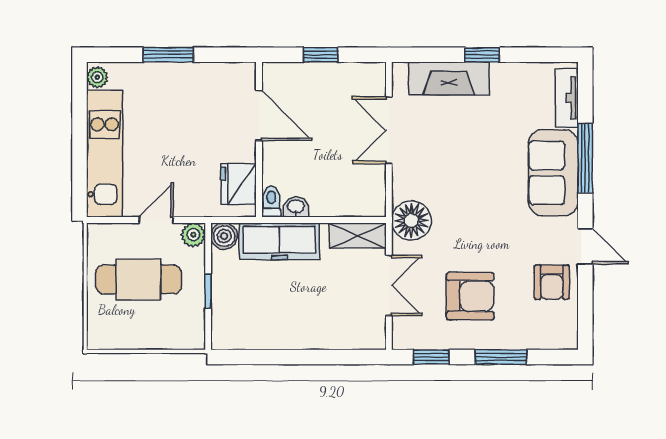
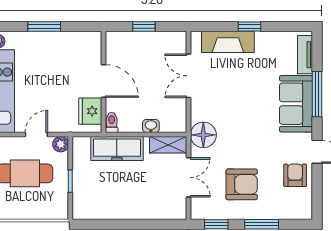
door: (259, 115) -> (104, 81), moved
washbasin: (296, 207) -> (151, 126), moved
boiler: (224, 236) -> (81, 145), removed
armchair: (552, 282) -> (295, 175), turned 180

